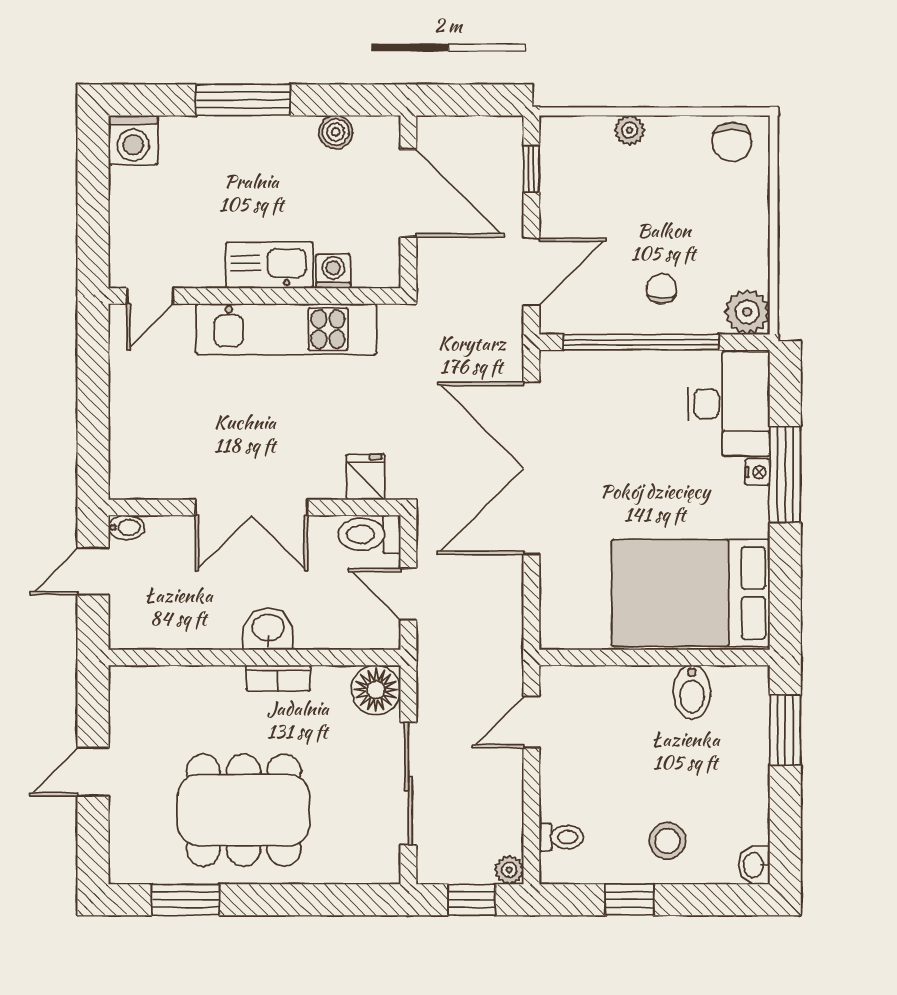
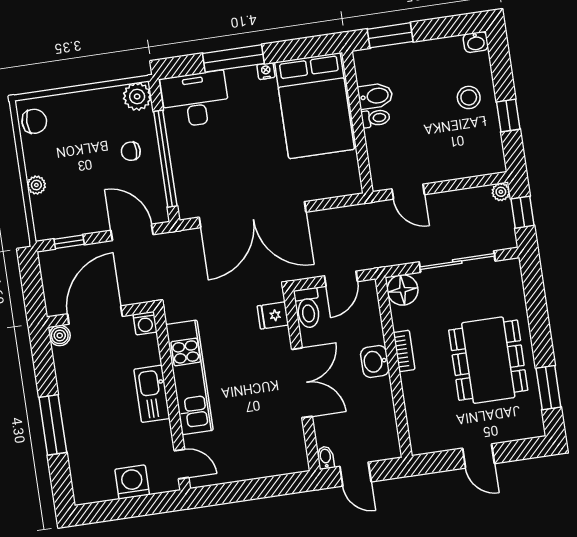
boiler: (336, 132) -> (60, 335), moved
washing machine: (133, 140) -> (132, 482), moved, turned -90
washing machine: (333, 271) -> (145, 323), moved, turned -90
nightstand: (757, 472) -> (266, 71), moved
toilet: (561, 837) -> (376, 118), moved, turned 90

